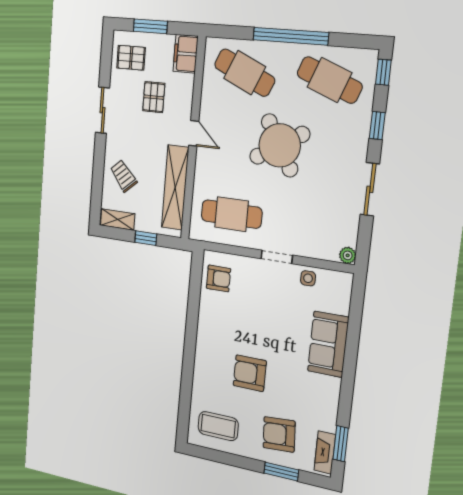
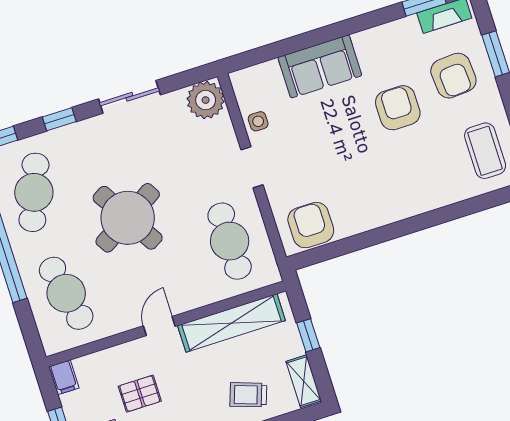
filing cabinet: (186, 54) -> (64, 377), width x0.50
cafe table: (245, 73) -> (66, 293), turned -36
trolley: (124, 176) -> (248, 395), turned 60
plant: (348, 255) -> (206, 100), width x1.88, depth x1.88
armchair: (218, 278) -> (311, 225), width x1.38, depth x1.38
armchair: (250, 373) -> (398, 108), moved, turned 180

